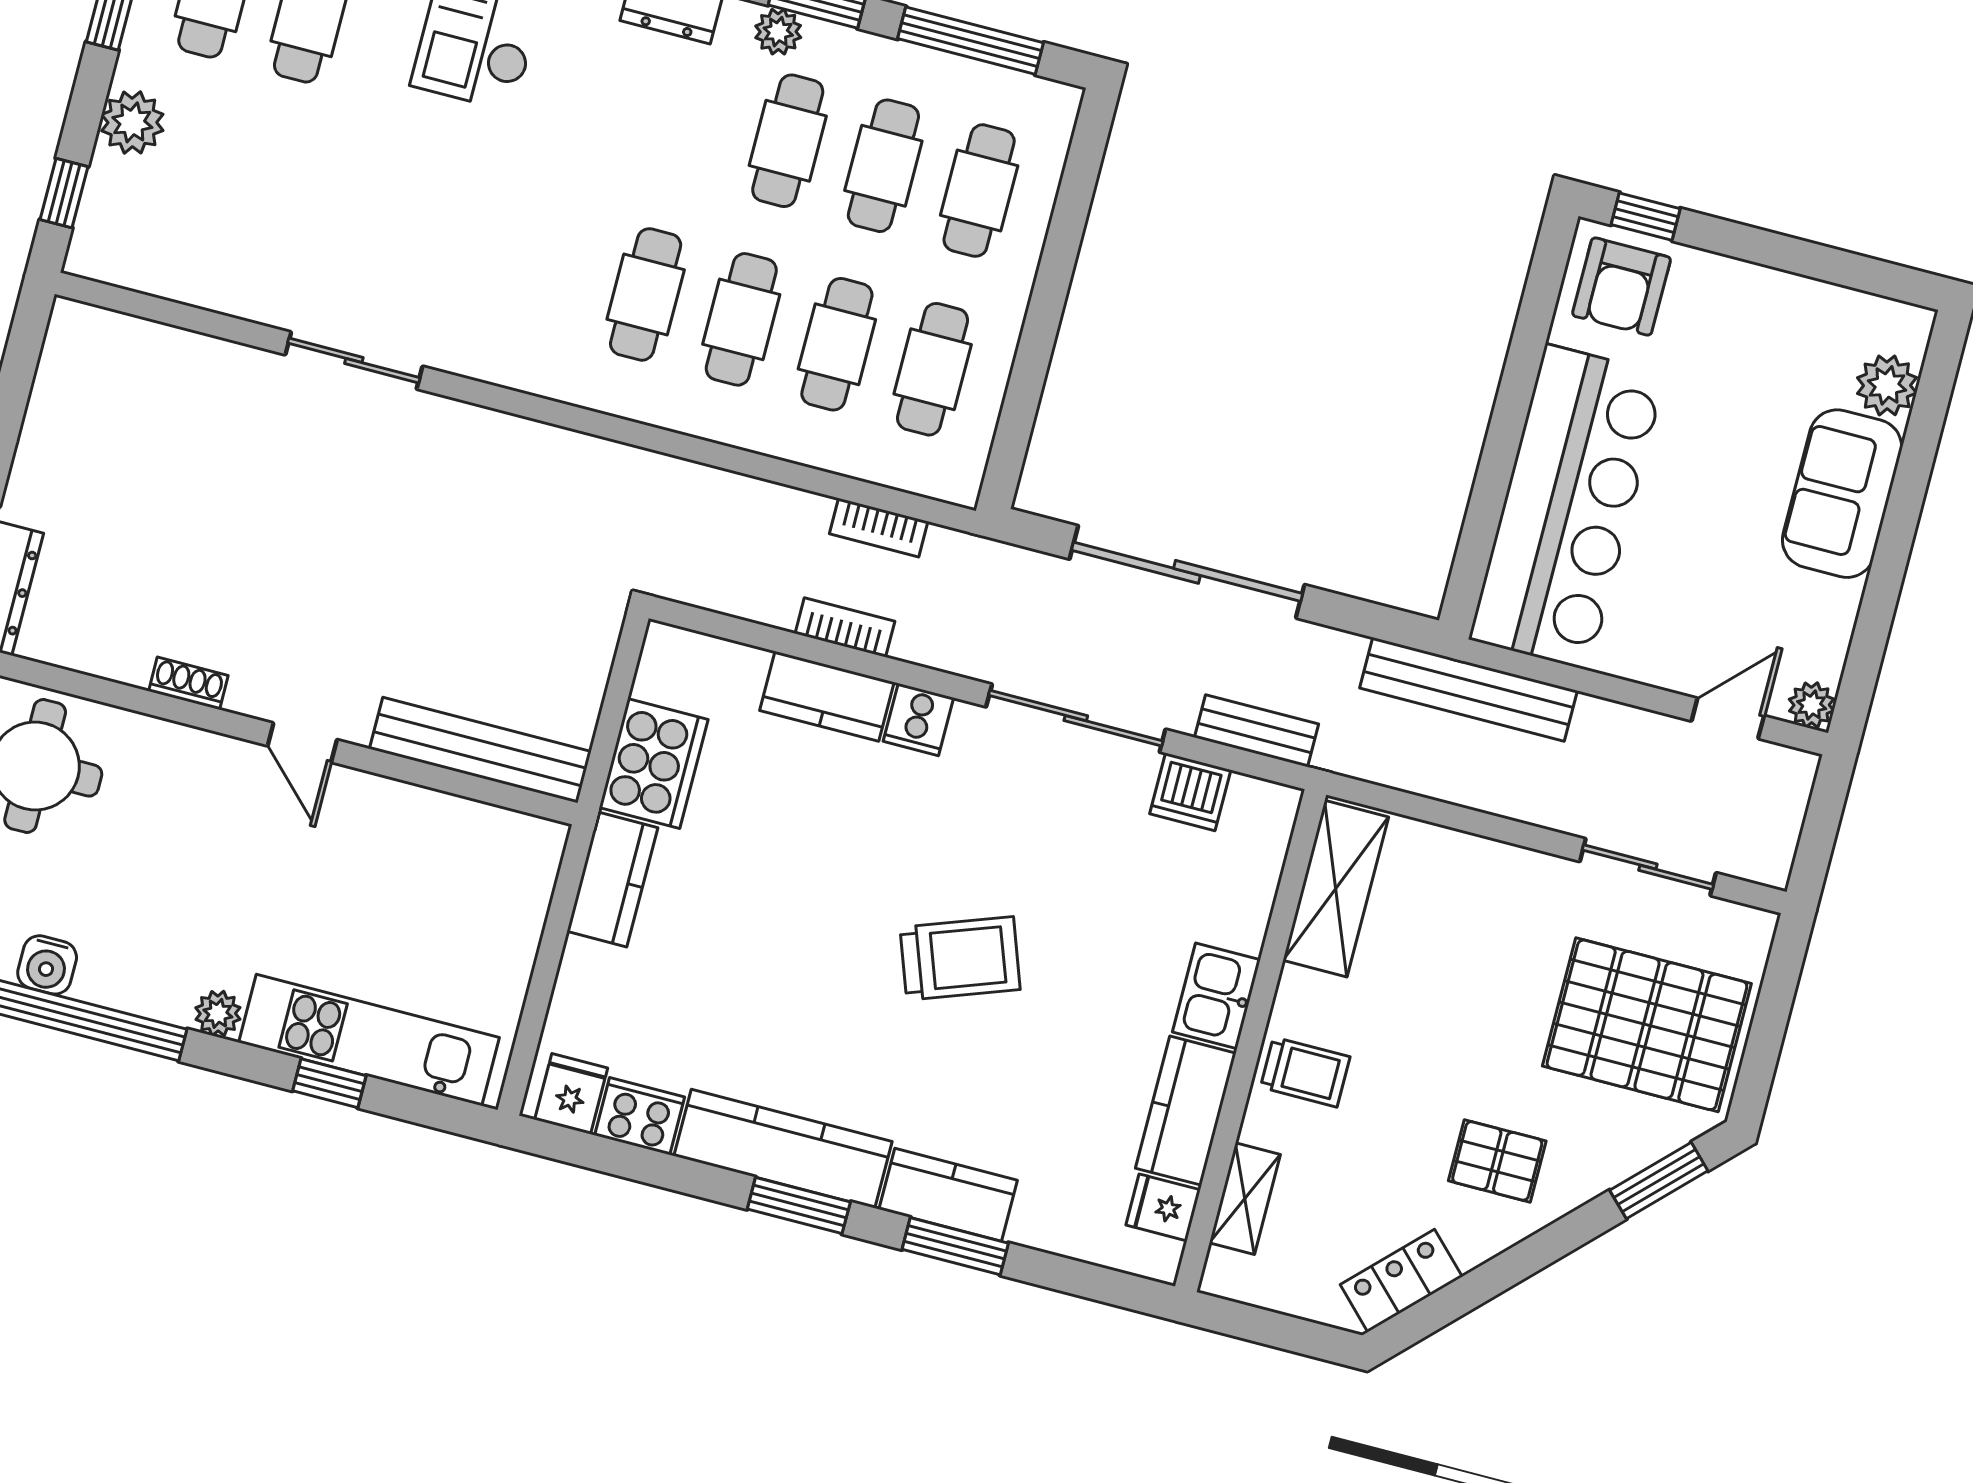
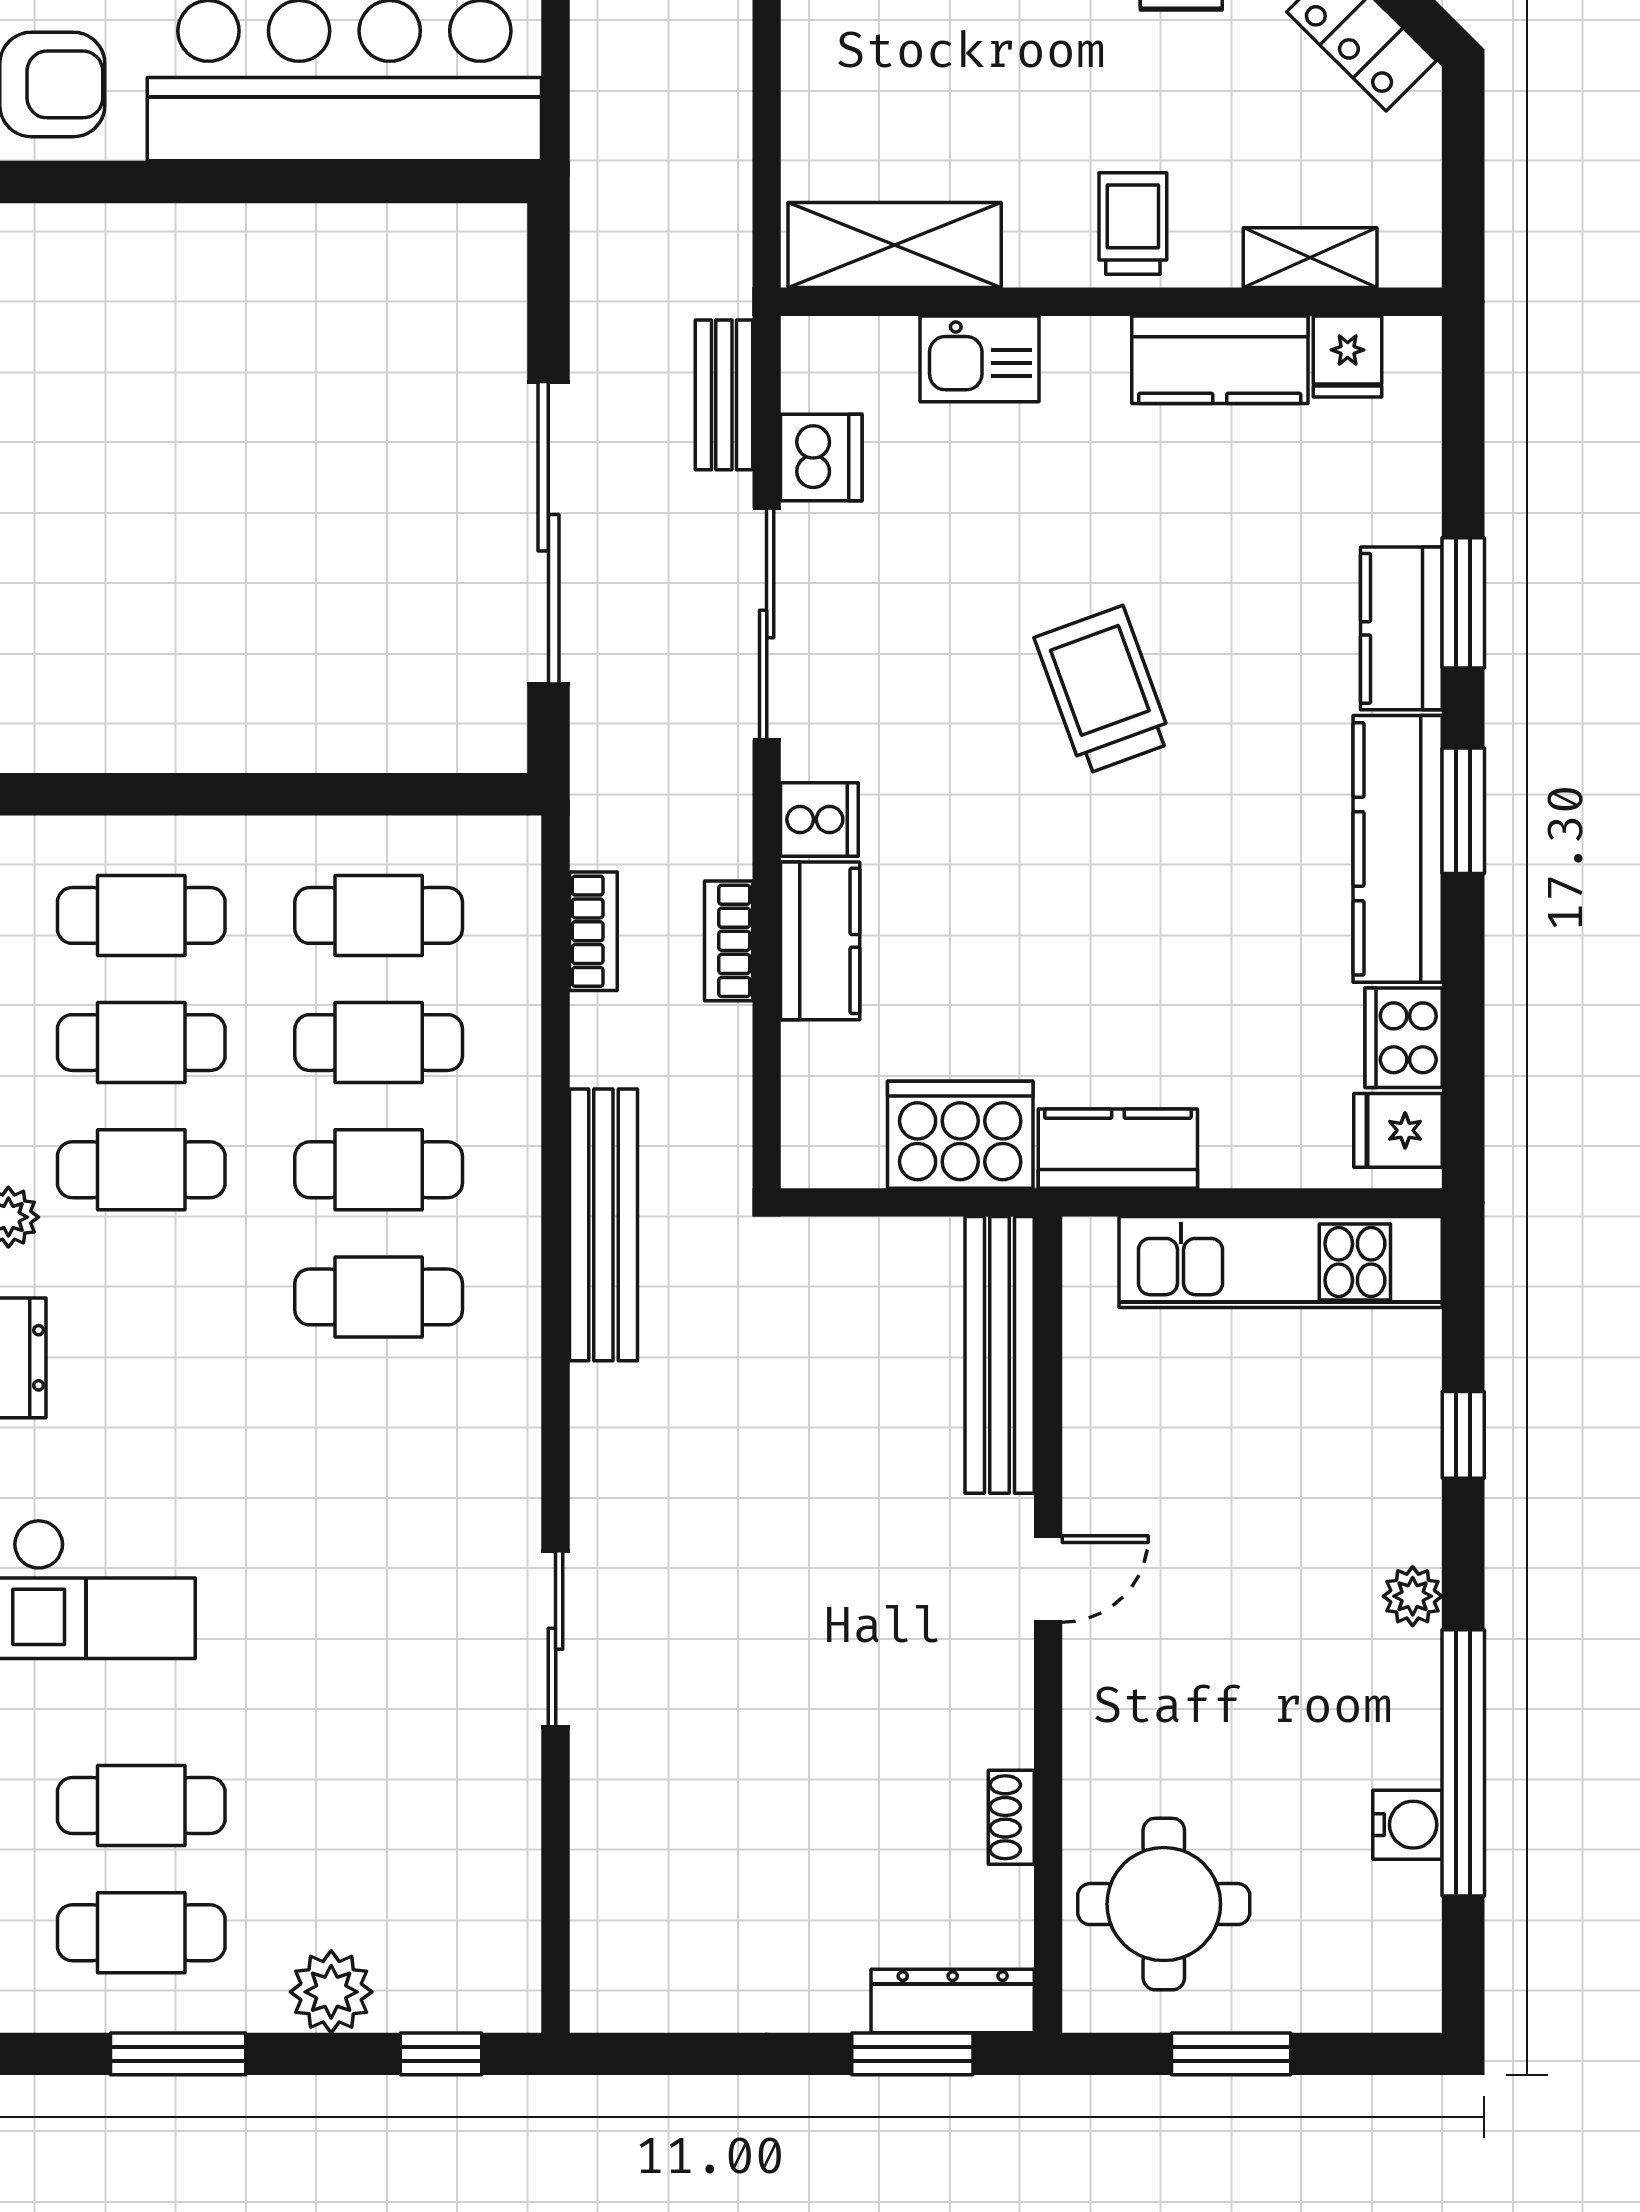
shoe rack: (188, 683) -> (1011, 1817), moved
bench: (1468, 689) -> (603, 1225), moved
kitchen sink: (1216, 996) -> (980, 359), moved
kitchen unit: (369, 1040) -> (1281, 1262), moved, turned -90

